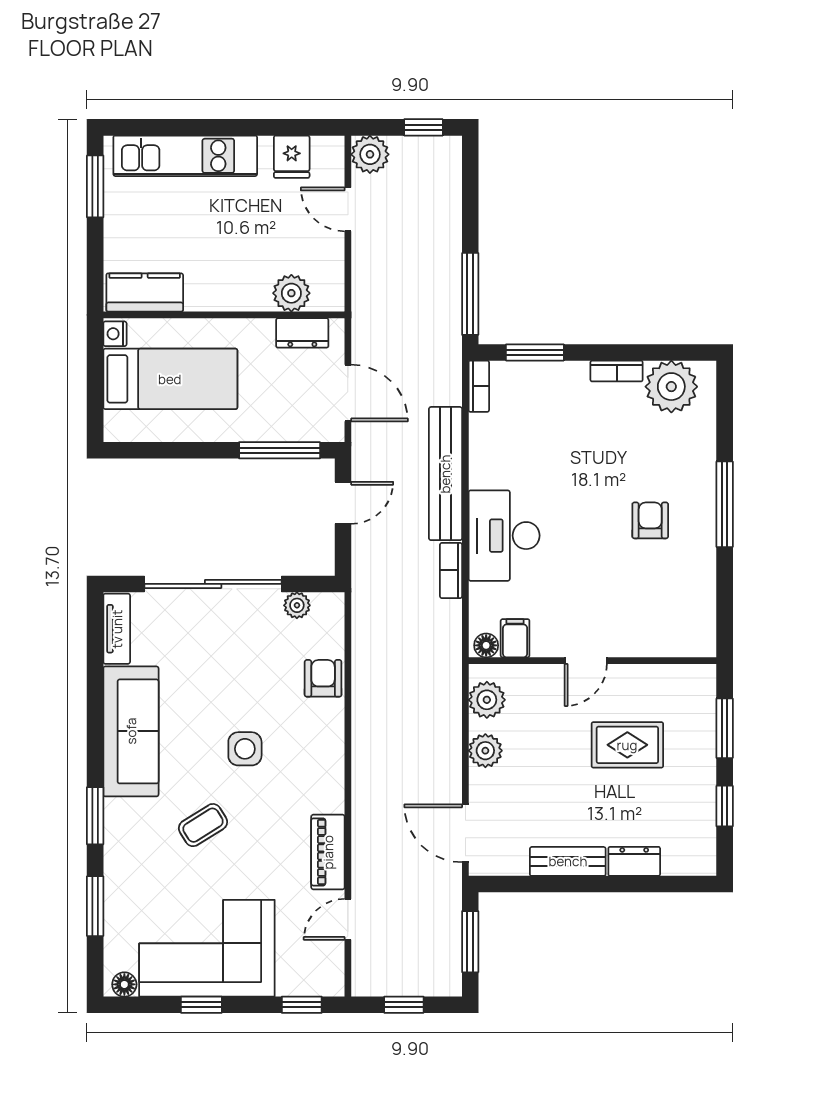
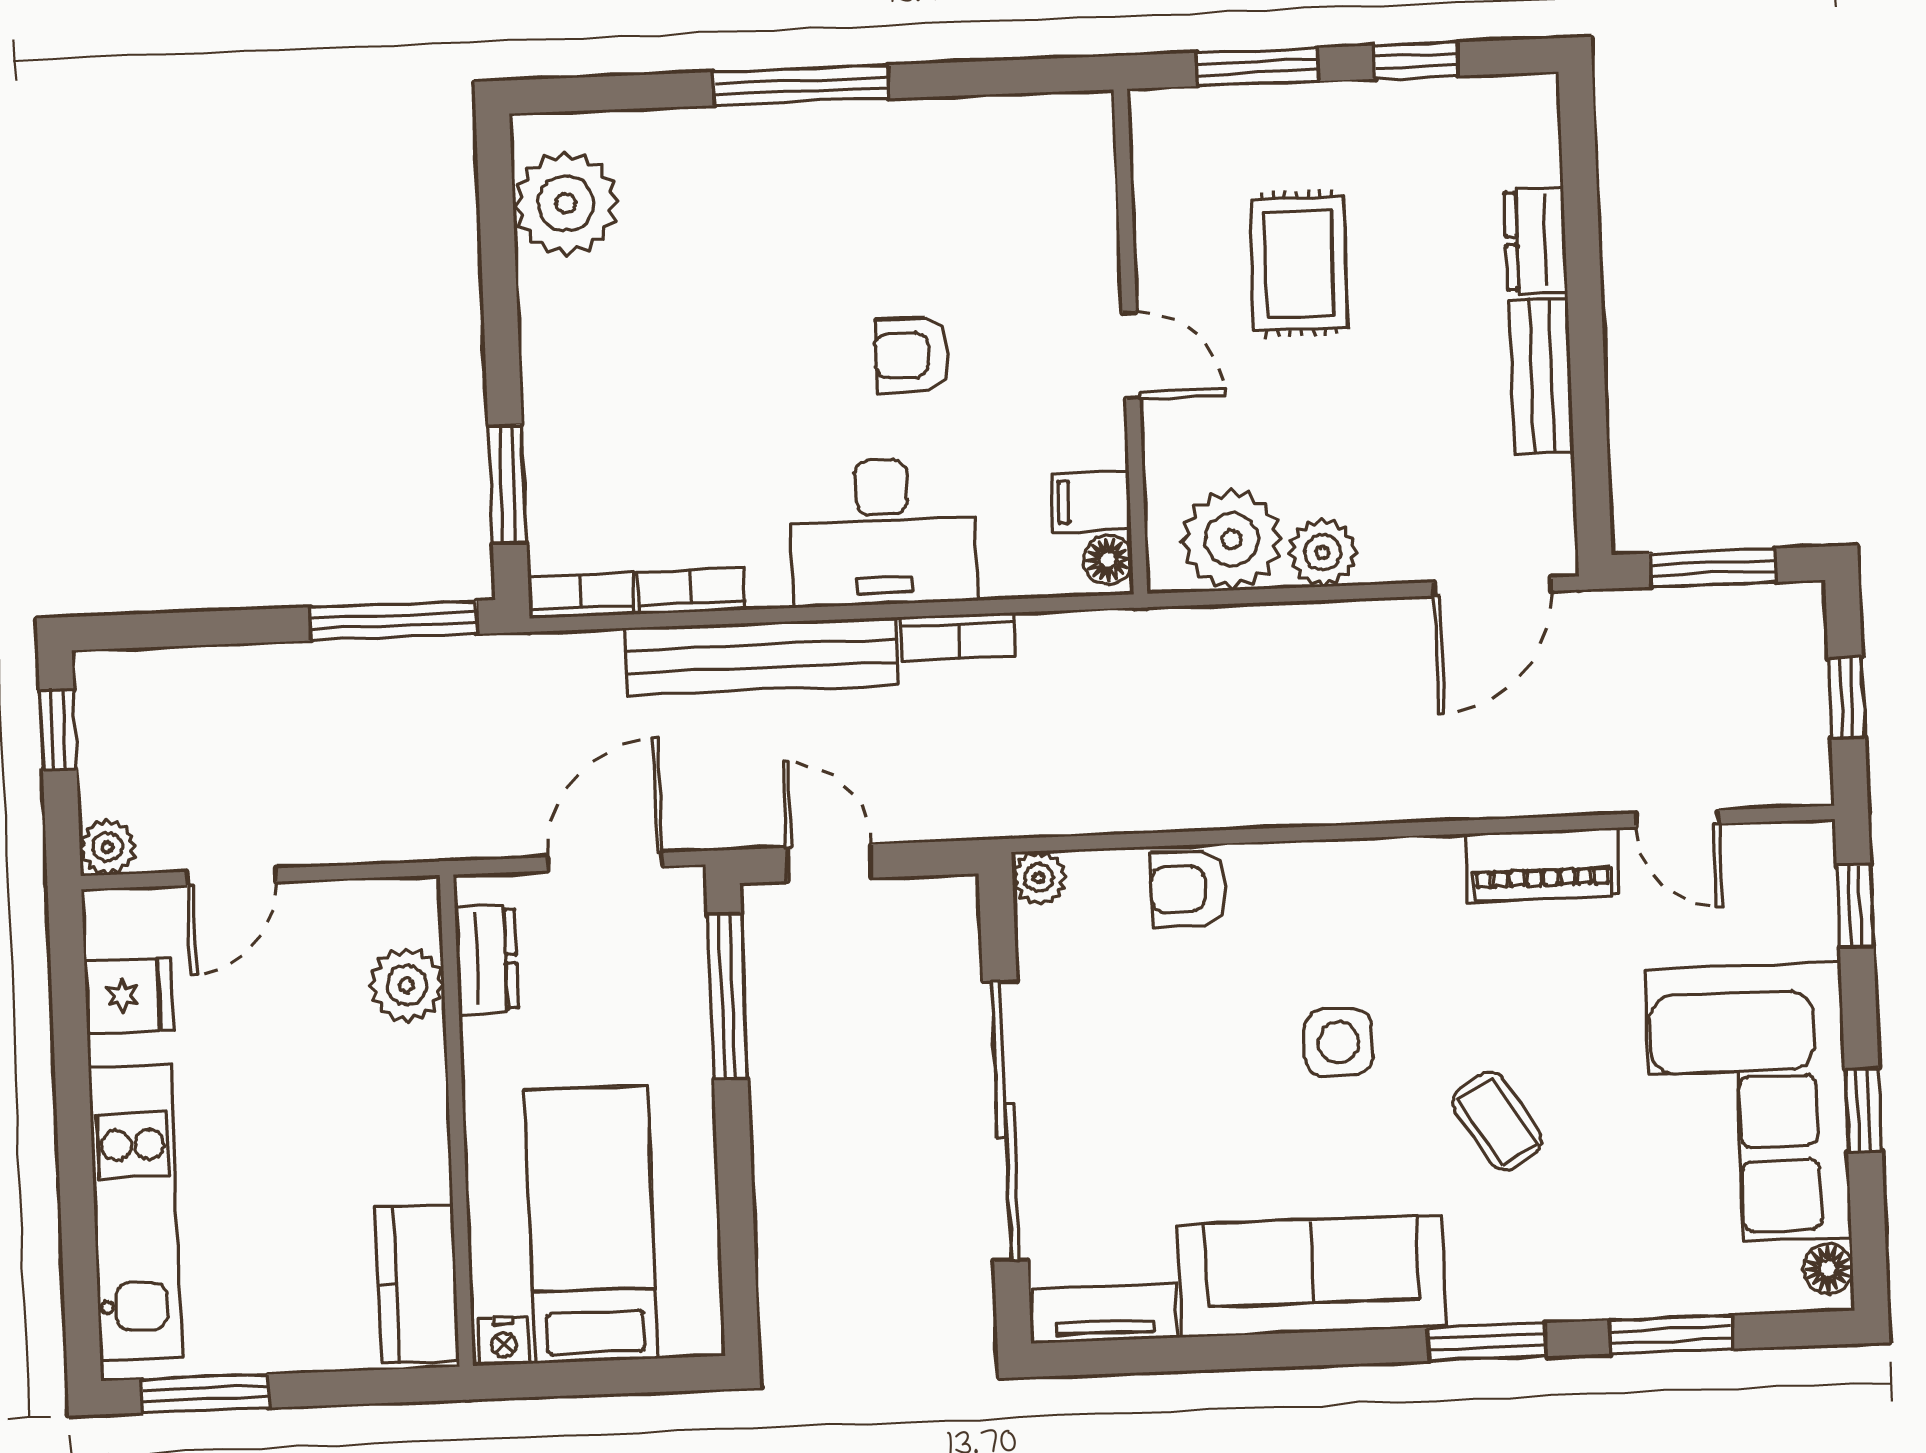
plant: (370, 154) -> (107, 847), width x0.73, depth x0.73
bookcase: (617, 371) -> (692, 591), moved, turned -90
armchair: (650, 520) -> (912, 355), moved
plant: (297, 605) -> (1039, 878), moved
plant: (487, 700) -> (1232, 540), width x1.36, depth x1.36

